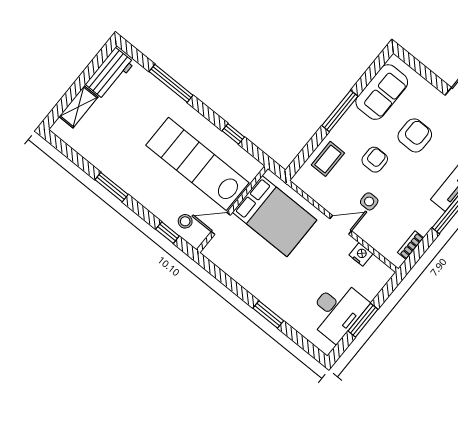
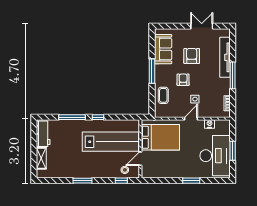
window: (233, 134) -> (98, 117), moved
lab bench: (197, 164) -> (110, 142), turned 180
desk: (337, 311) -> (215, 156), width x1.36, depth x1.30

